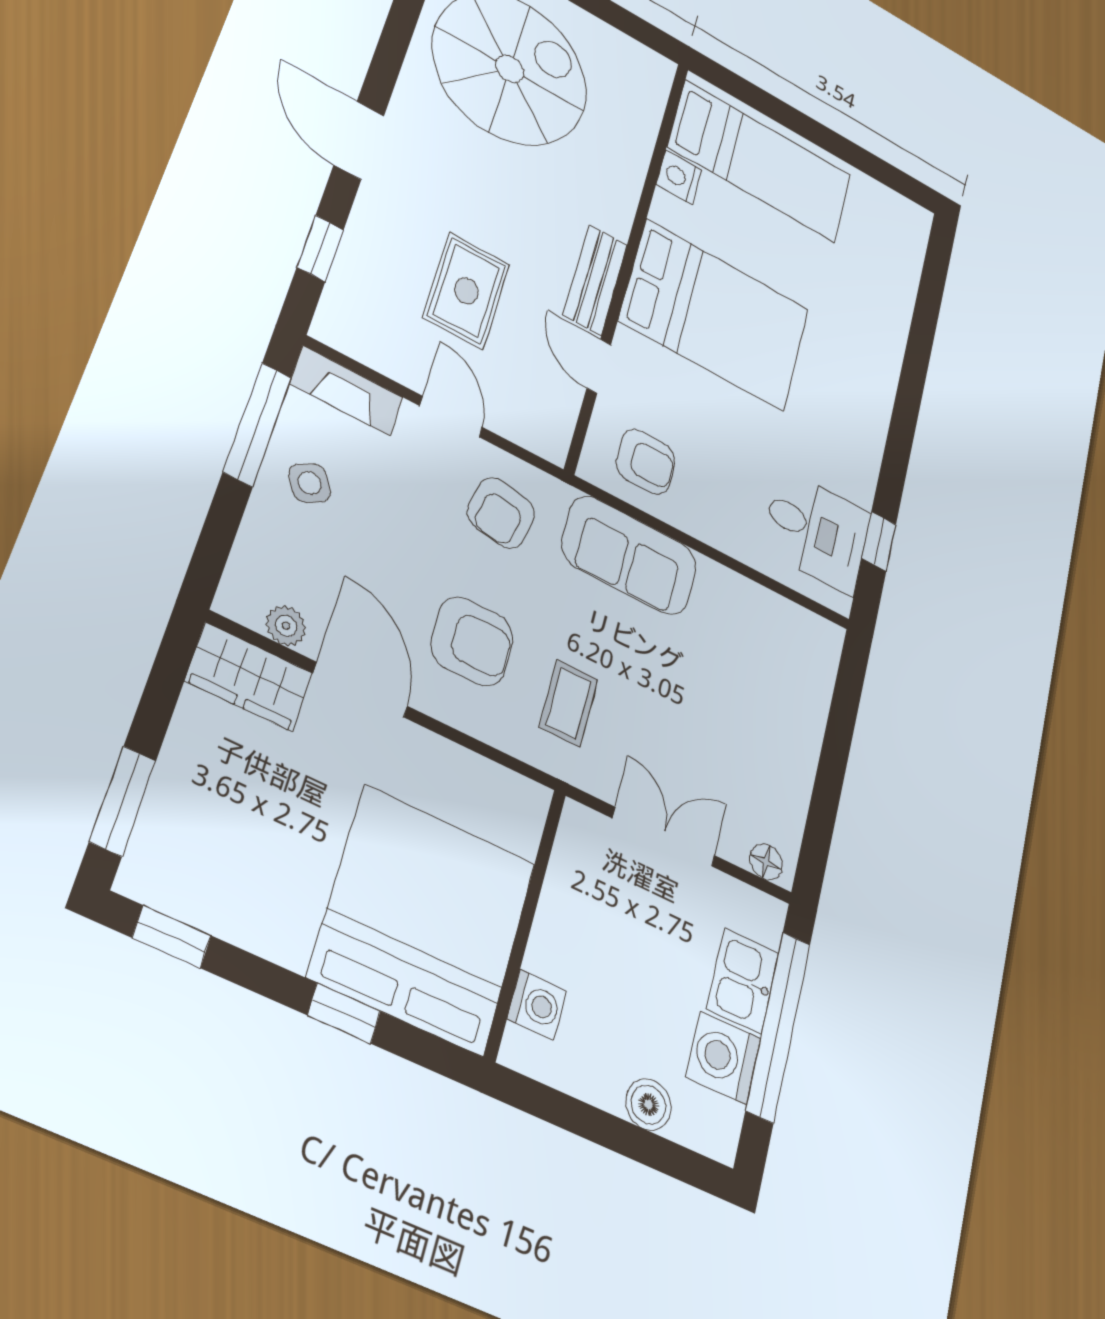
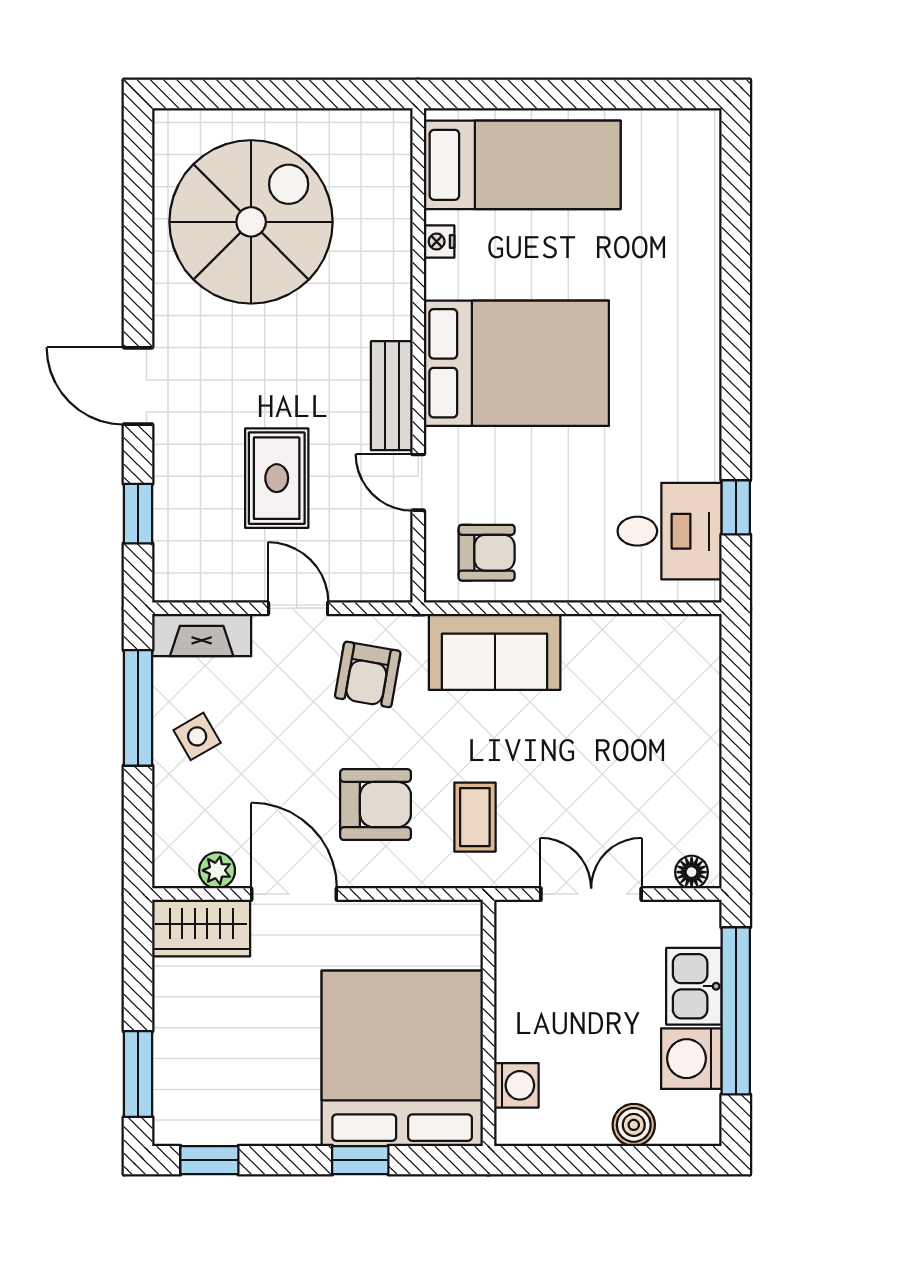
nightstand: (679, 177) -> (439, 242), width x0.72, depth x0.74

